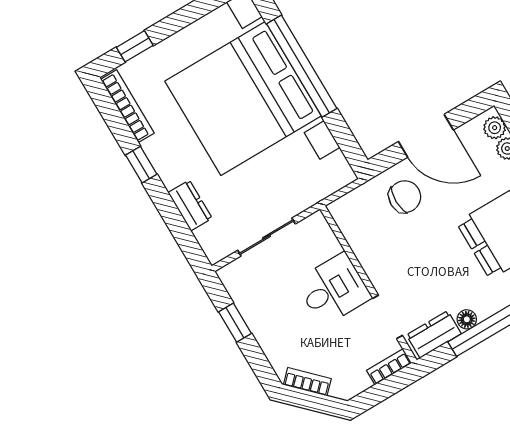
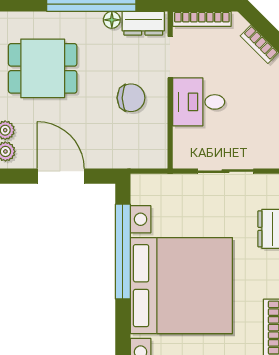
window: (302, 66) -> (123, 252), moved
chair: (405, 197) -> (131, 98), moved, turned 180
bookcase: (389, 367) -> (202, 19), width x1.56

